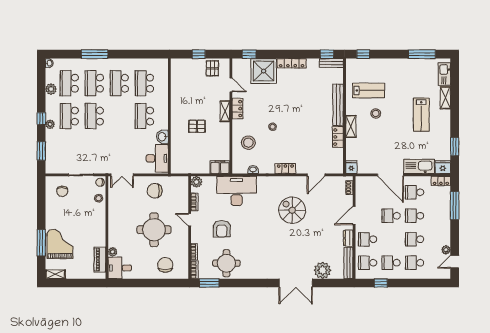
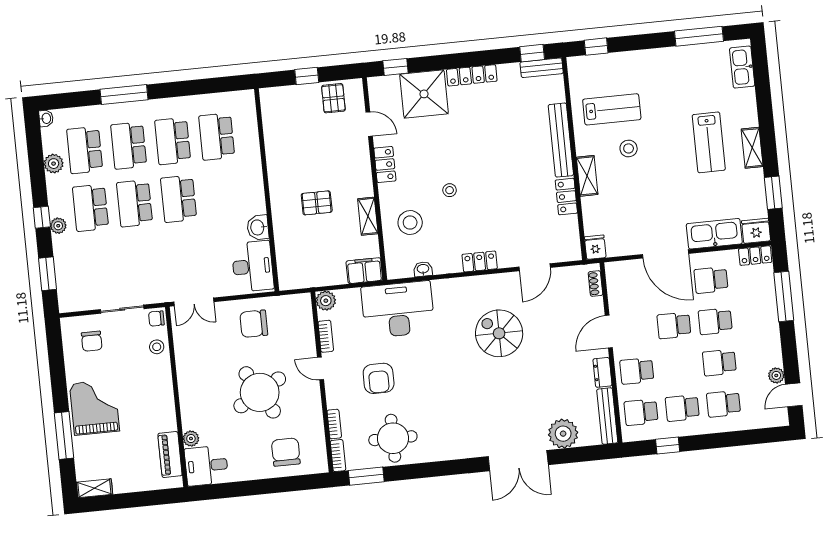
shelving: (445, 98) -> (752, 148), moved
shelving: (225, 111) -> (368, 216), moved
school desk: (144, 116) -> (179, 199), moved
round table: (154, 230) -> (260, 392), turned -30
grand piano: (60, 244) -> (94, 407), moved

